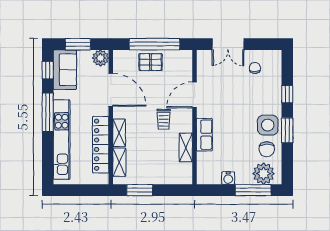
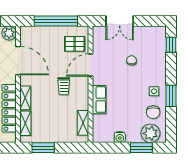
pallet: (151, 62) -> (75, 44), moved
chair: (255, 68) -> (131, 60), moved
window: (287, 94) -> (171, 45), moved
side table: (268, 125) -> (154, 91), width x0.54, depth x0.54
shelving: (186, 147) -> (83, 123), moved
window: (253, 190) -> (141, 148), width x0.69

